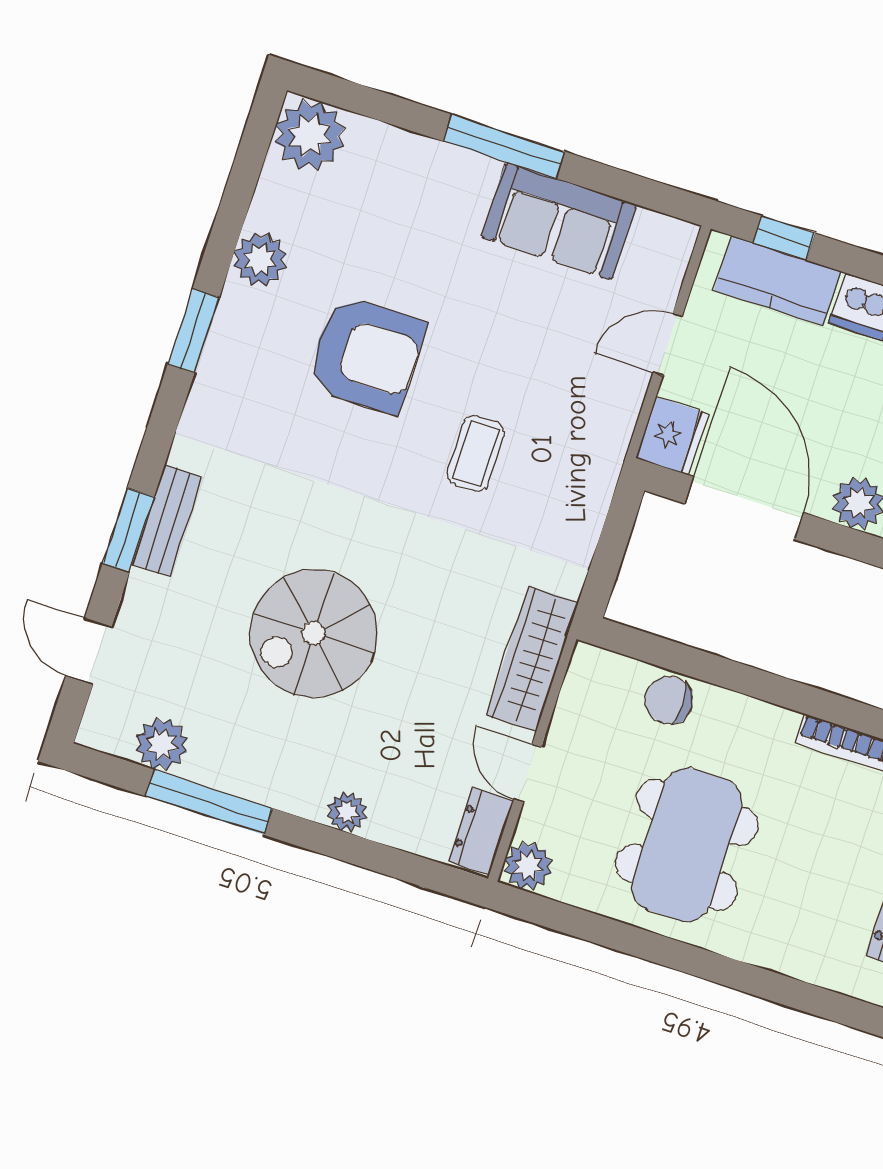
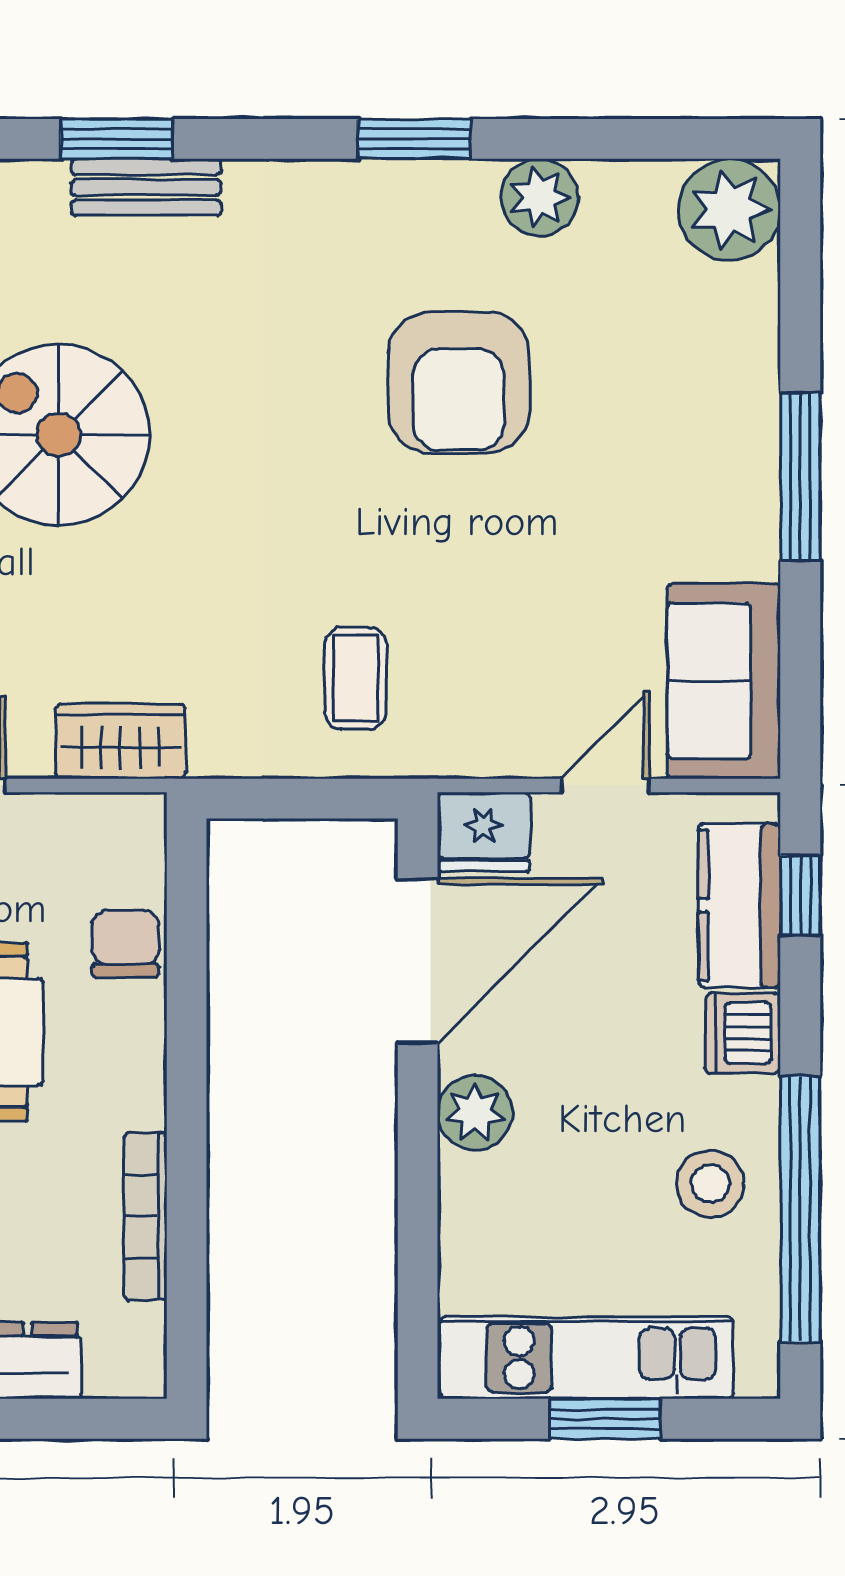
sofa: (559, 221) -> (724, 681), moved
door: (668, 344) -> (605, 785), hinge flipped
coffee table: (476, 453) -> (356, 678), moved, turned 90
wardrobe: (532, 659) -> (121, 741), width x0.67

